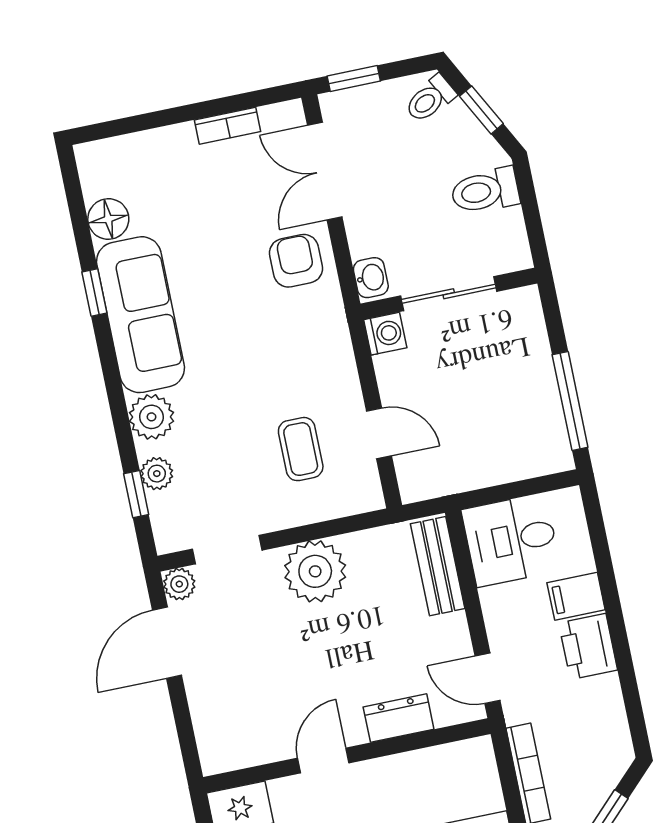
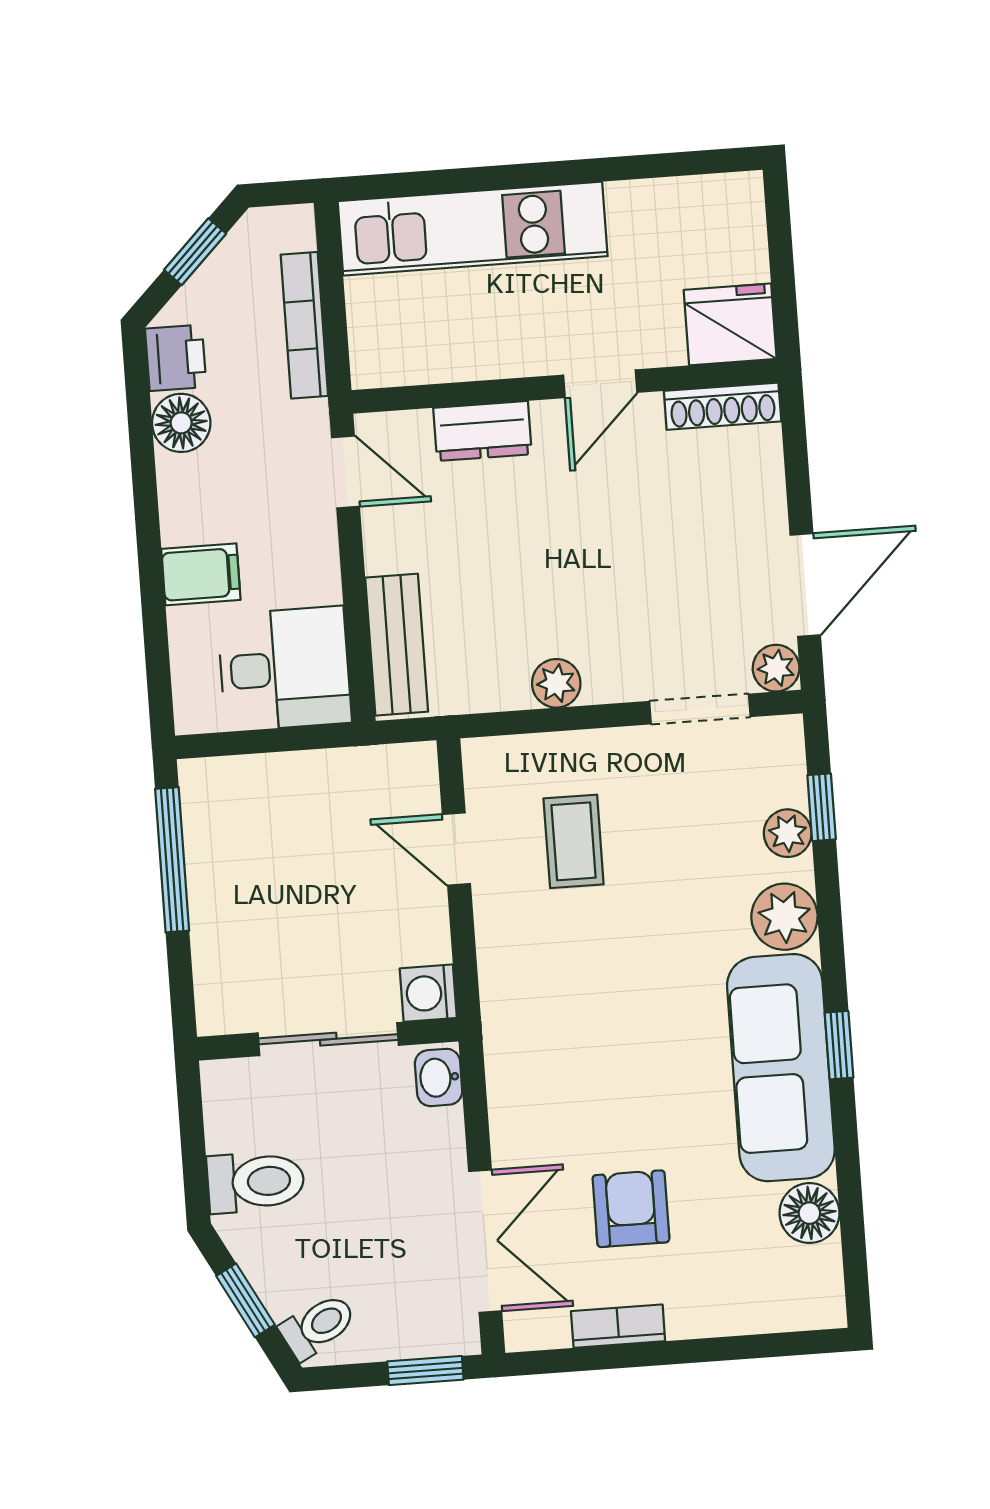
armchair: (296, 261) -> (631, 1209), moved, turned 180
window: (94, 293) -> (839, 1045), moved
plant: (315, 571) -> (556, 683), width x0.53, depth x0.53
printer: (588, 646) -> (176, 358), moved, width x0.73, depth x0.81
floor lamp: (603, 697) -> (181, 423), added
shoe rack: (239, 756) -> (723, 406), added

